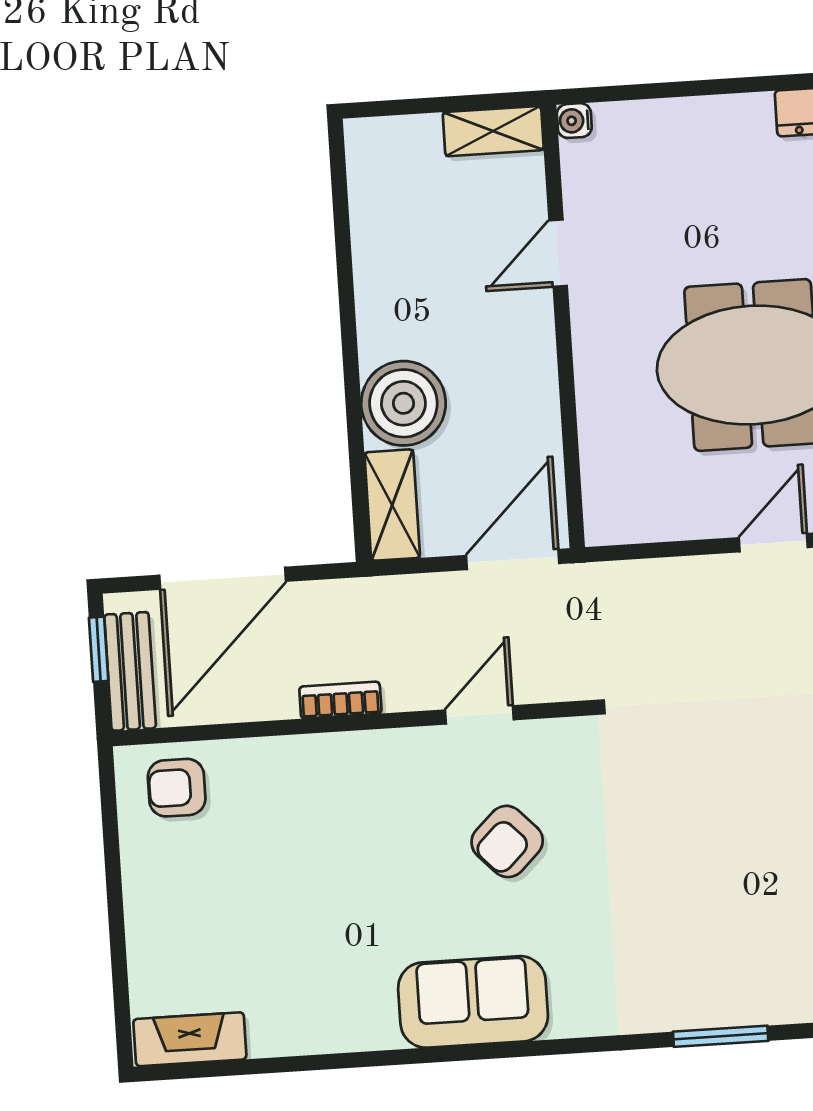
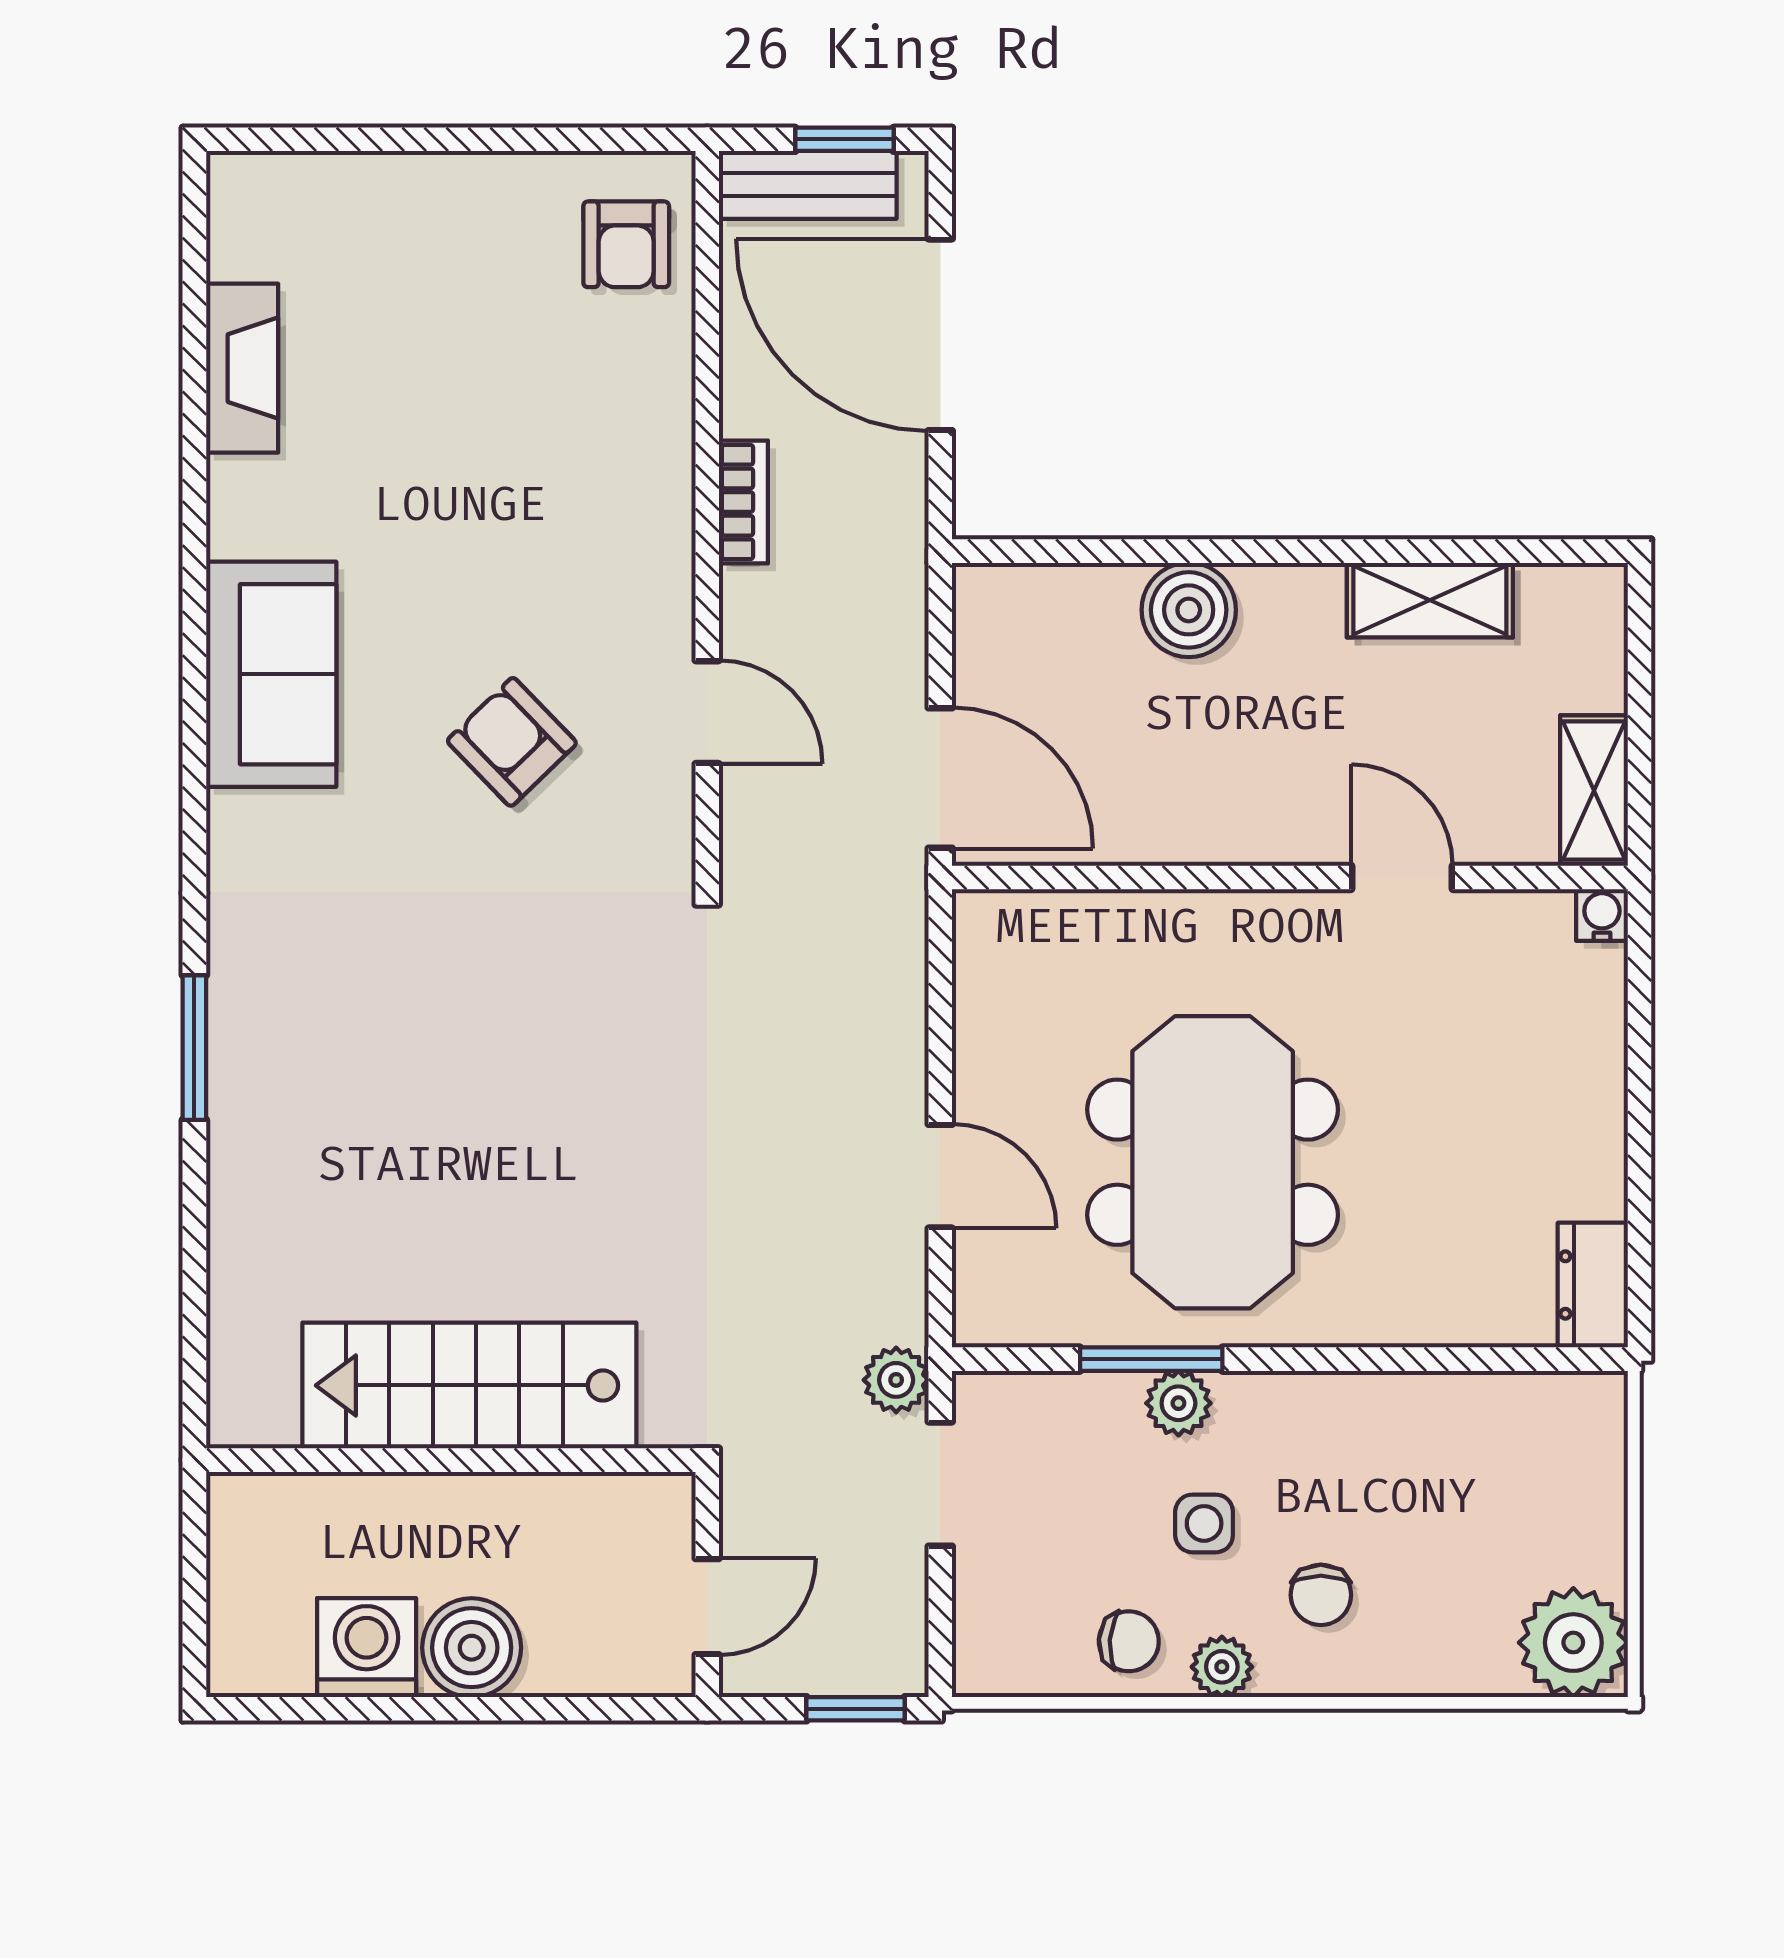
boiler: (403, 403) -> (1189, 610), width x0.73, depth x0.73
shelving: (392, 505) -> (1430, 600), moved
armchair: (177, 788) -> (626, 244), turned 180
fireplace: (190, 1039) -> (242, 368), moved

